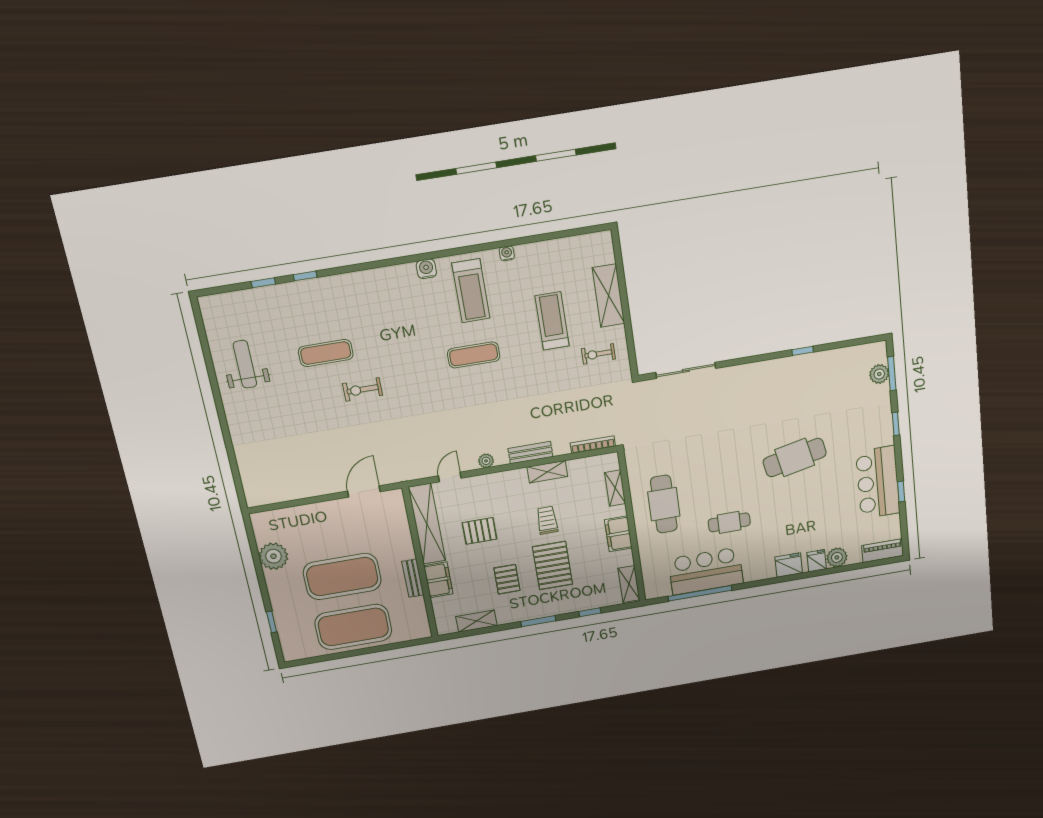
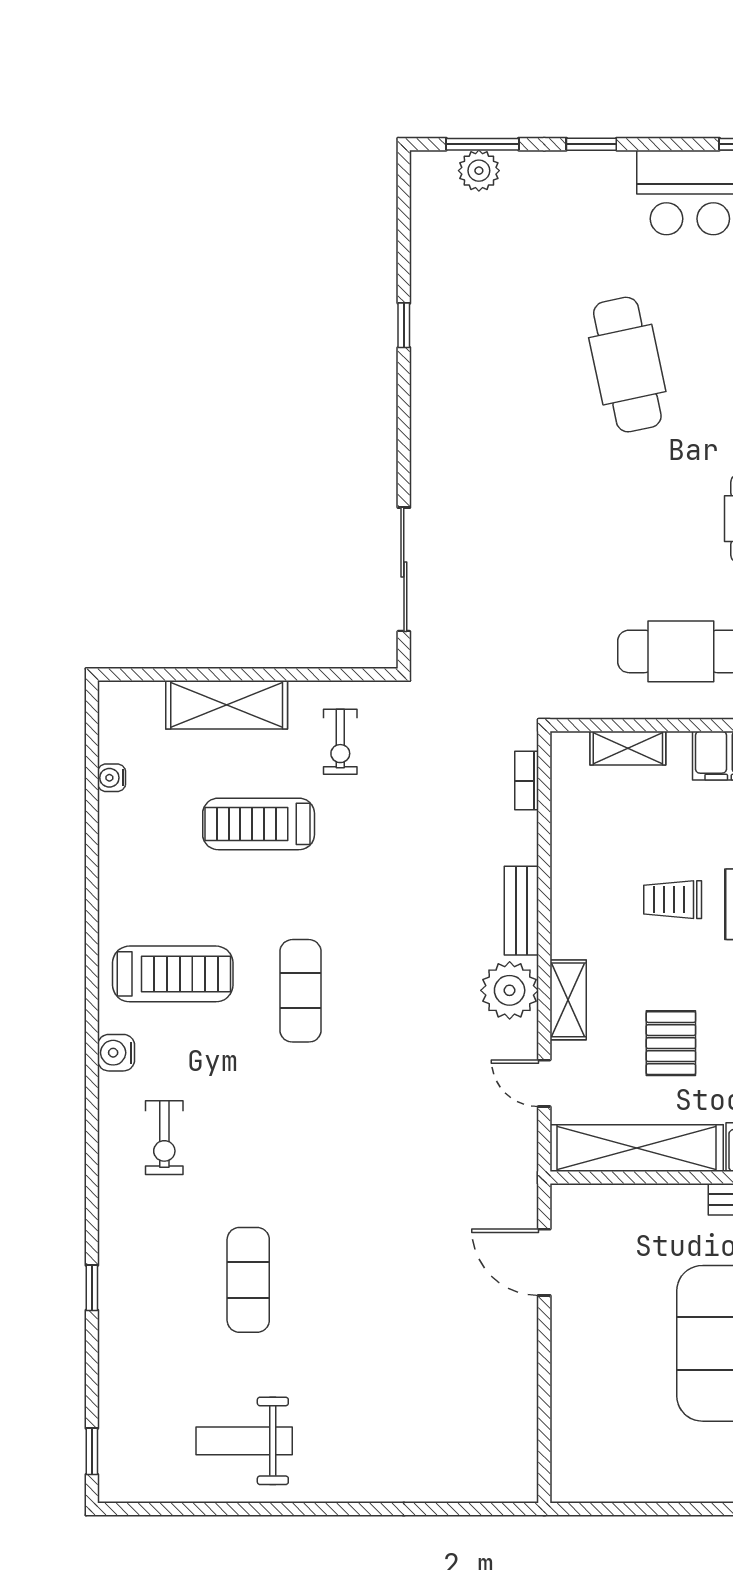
water cooler: (507, 253) -> (112, 778), moved
window: (263, 283) -> (92, 1451), moved
exercise bike: (363, 389) -> (164, 1138), moved
bookcase: (593, 445) -> (527, 781), width x0.64
plant: (486, 461) -> (510, 990), width x1.88, depth x1.88
shelving: (547, 472) -> (568, 1000), moved
plant: (273, 556) -> (650, 1473), removed

